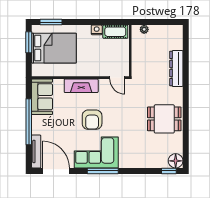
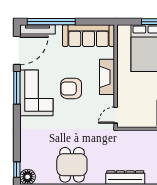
sofa: (42, 97) -> (89, 36), width x1.36
window: (29, 122) -> (51, 22), moved
window: (103, 171) -> (17, 88), moved

